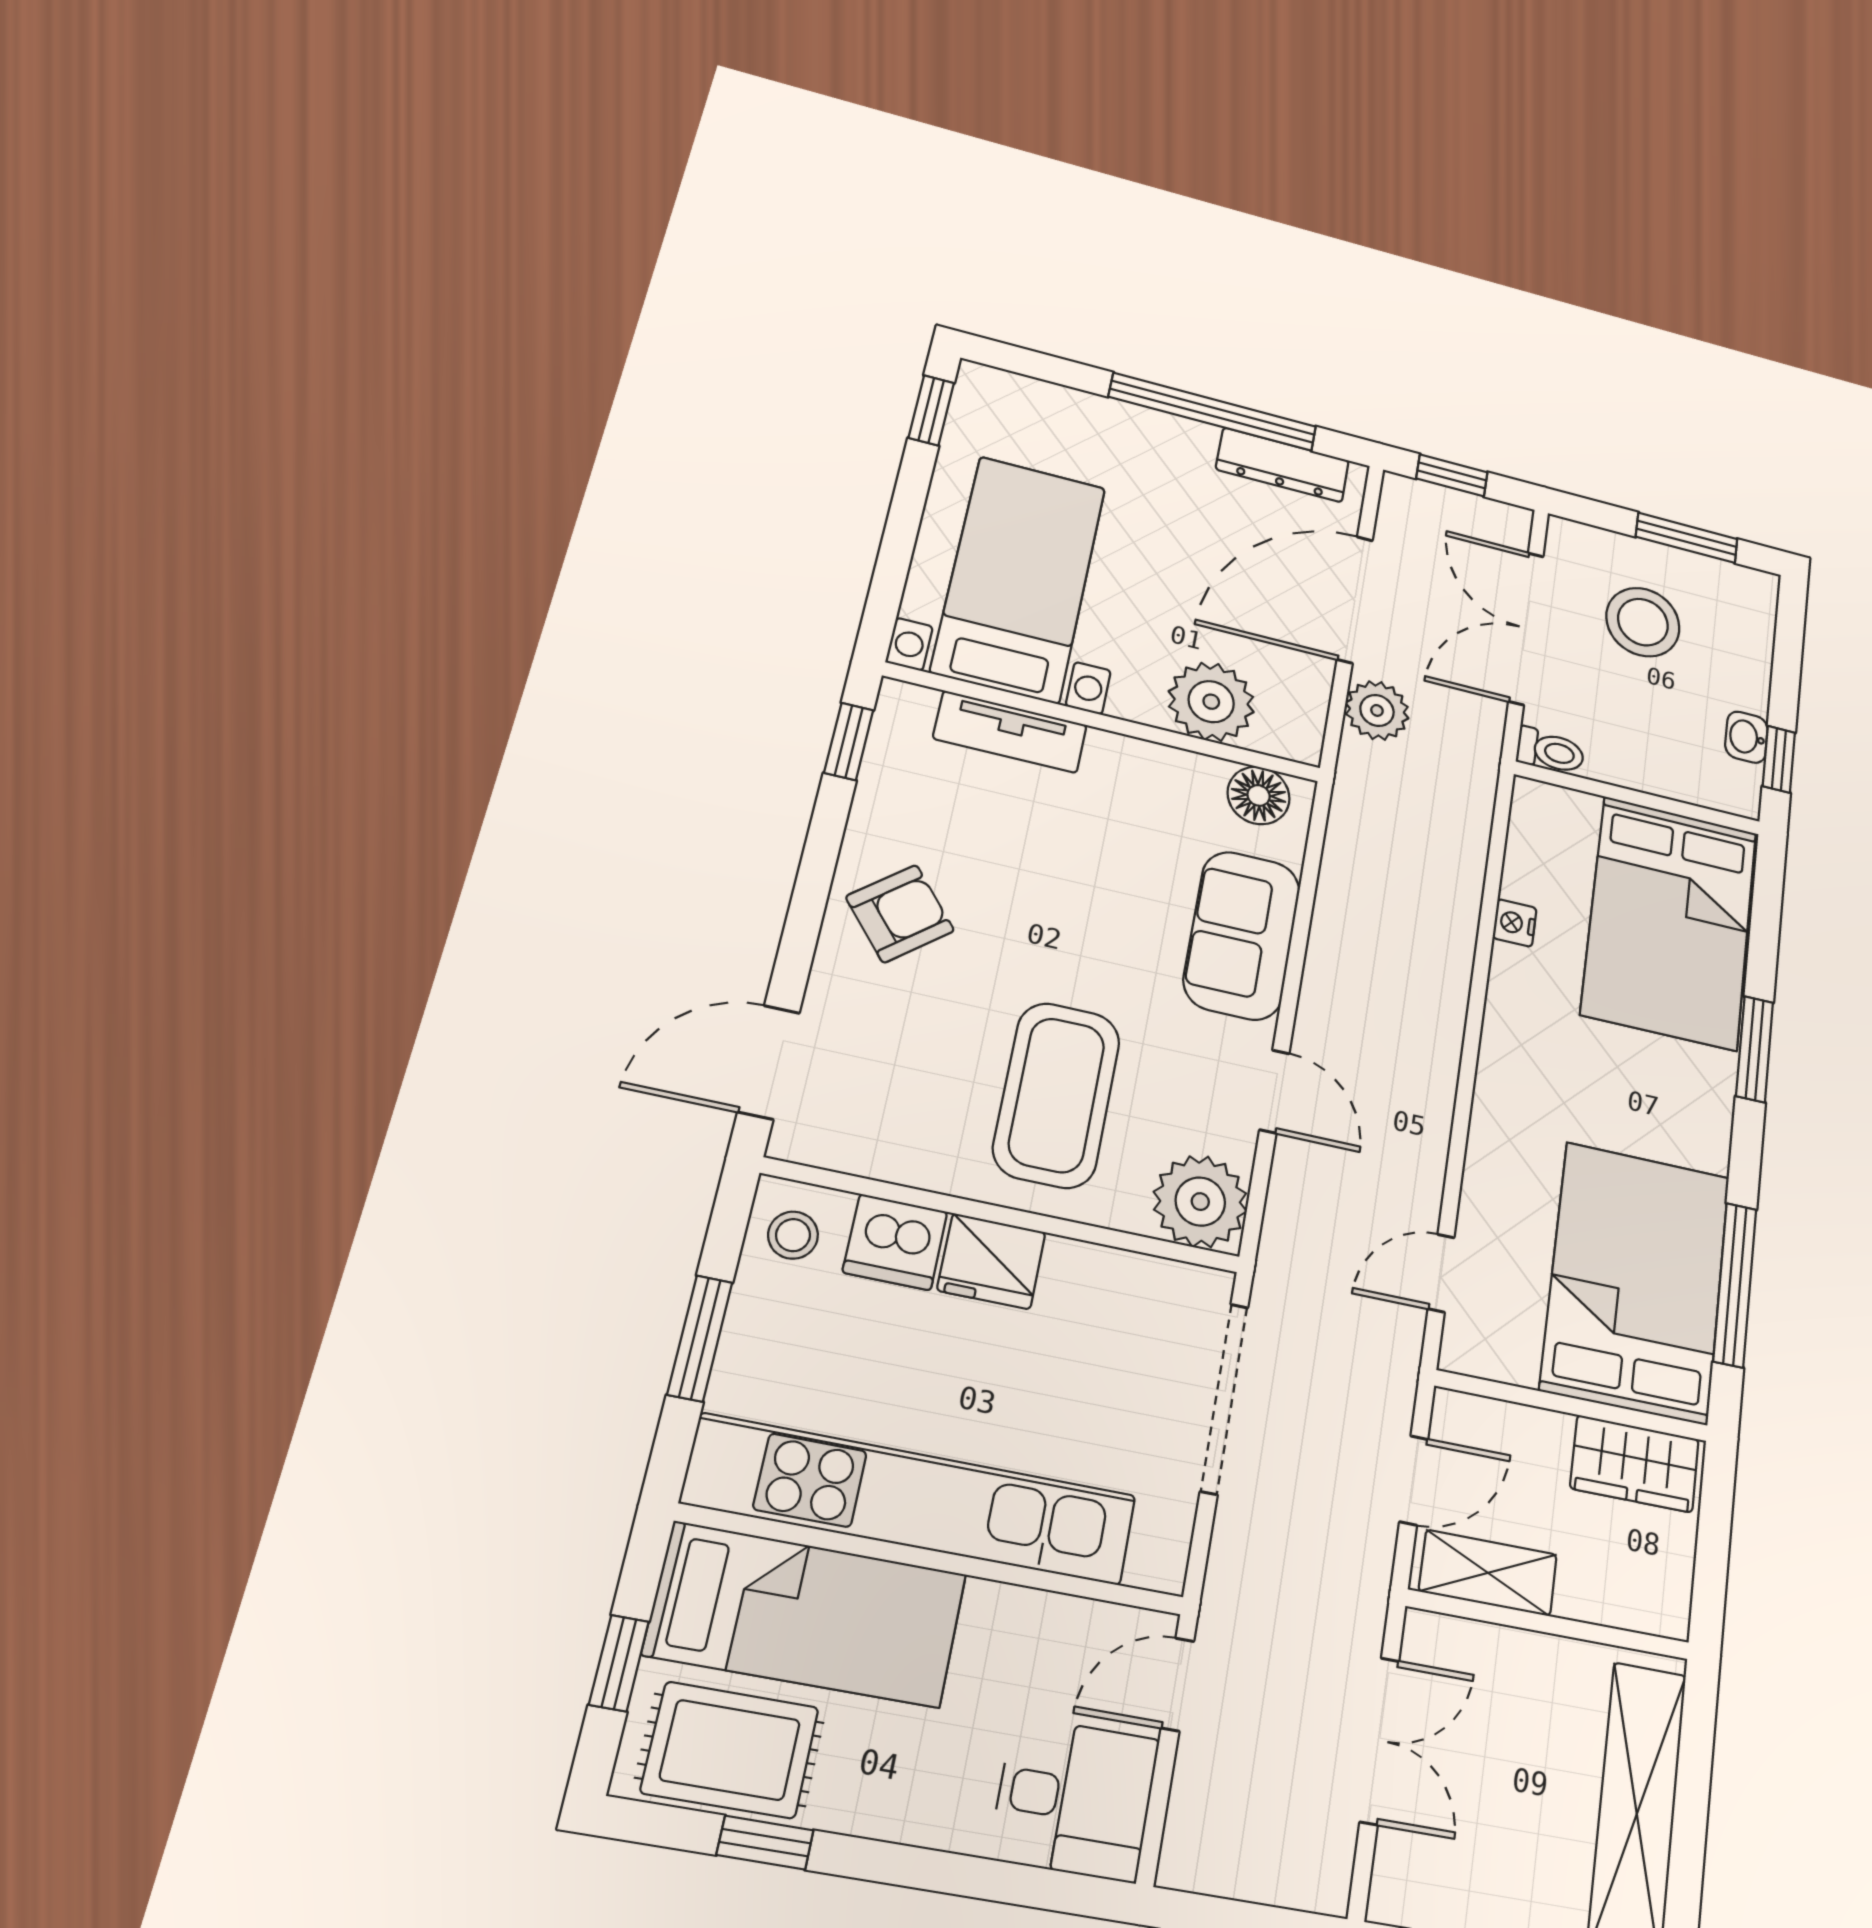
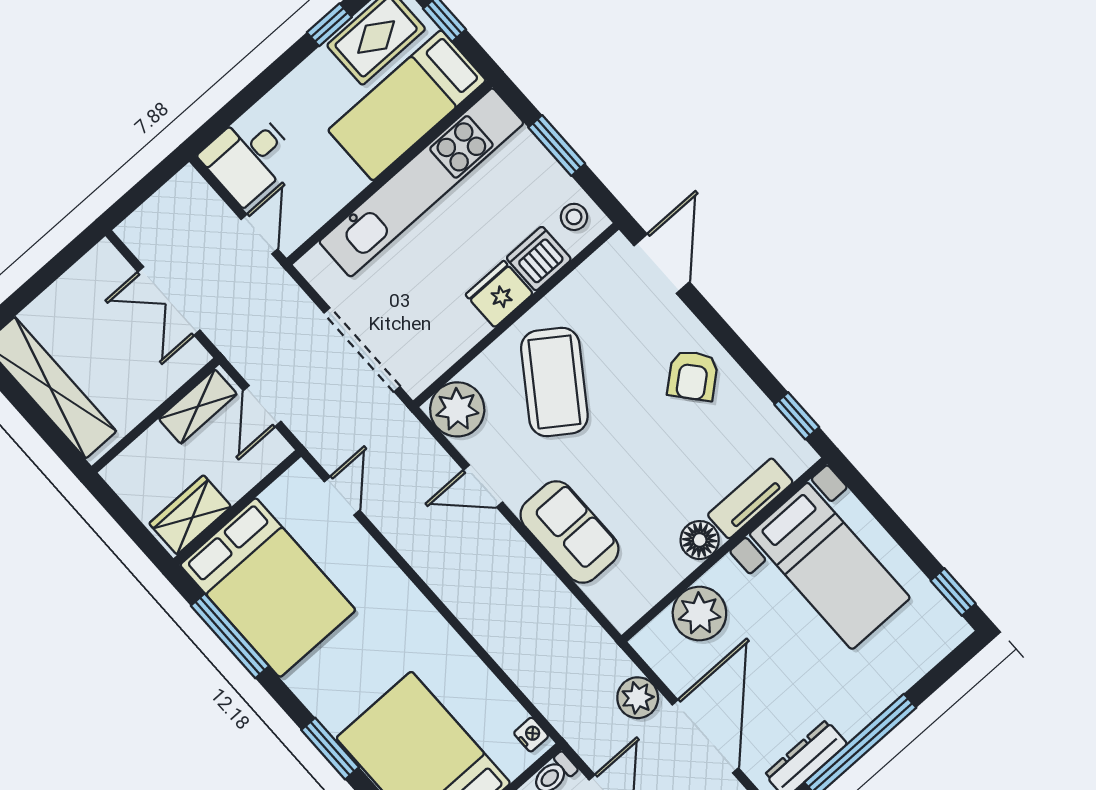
floor lamp: (1259, 795) -> (700, 540), moved
nightstand: (1515, 923) -> (531, 735), moved
coffee table: (1057, 1095) -> (554, 382), turned 35

